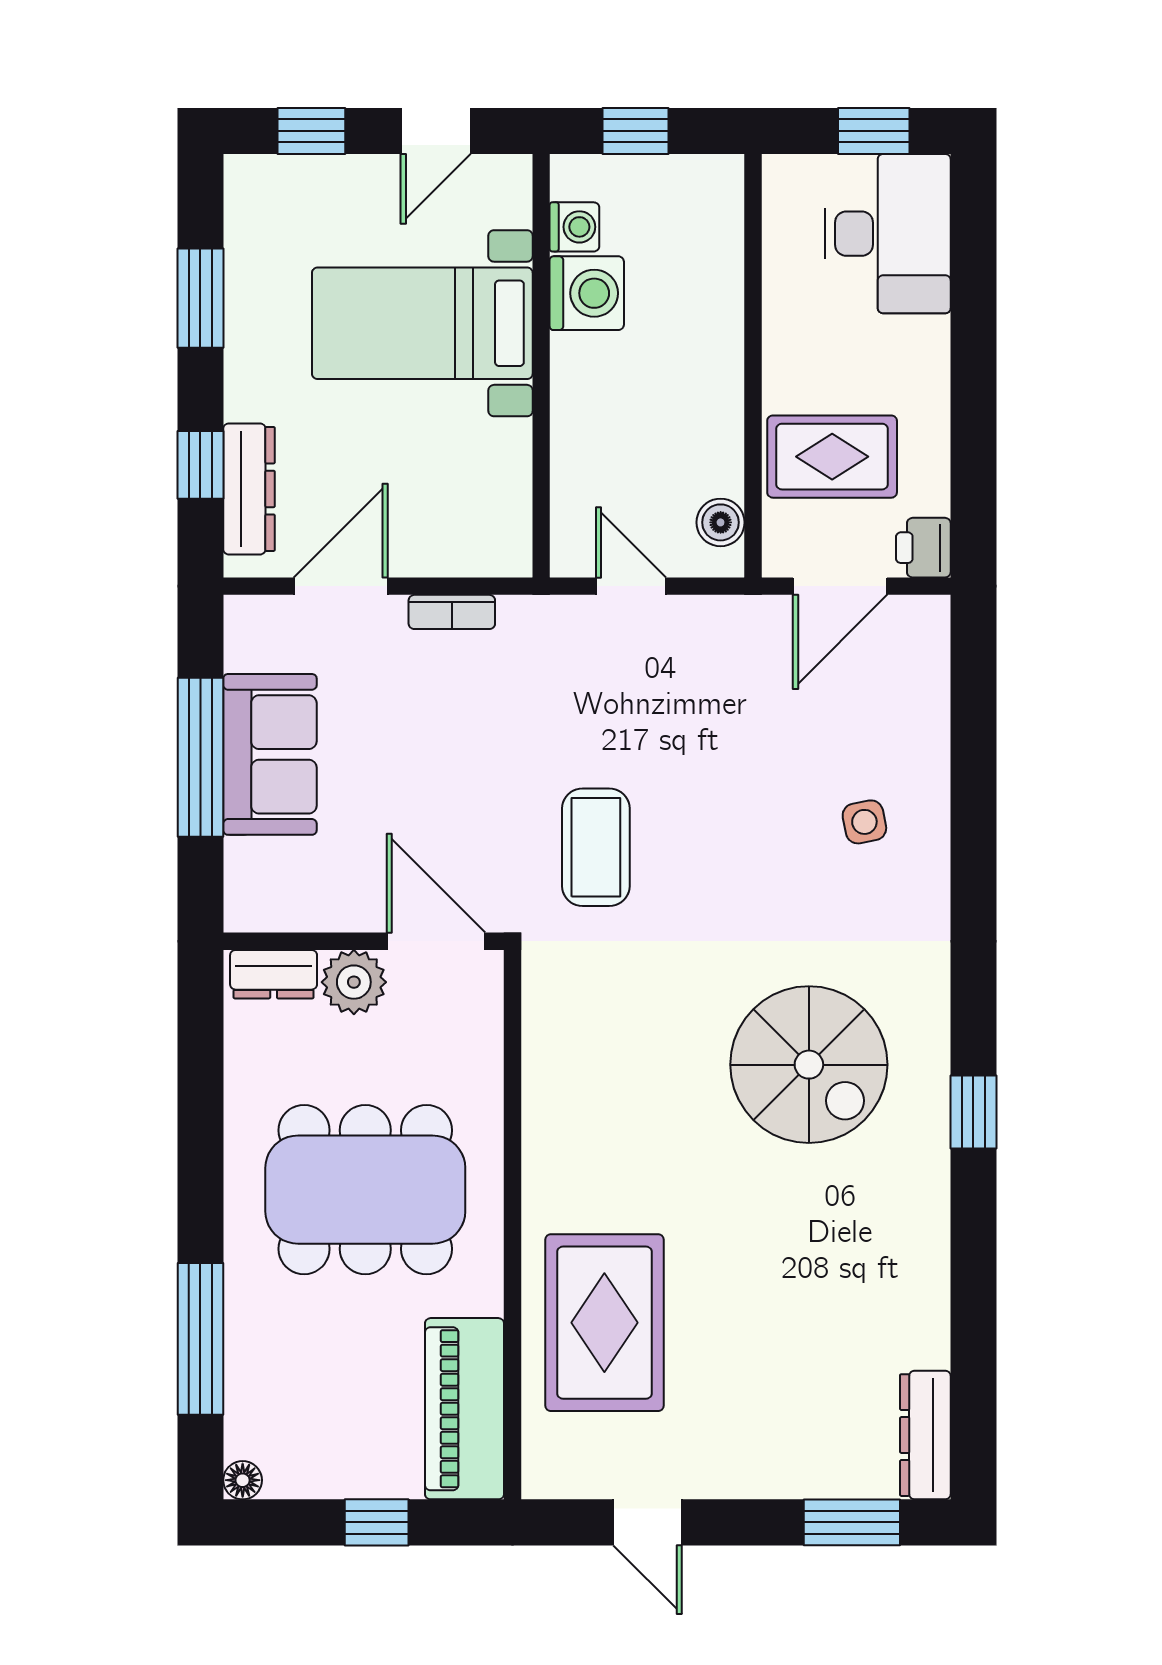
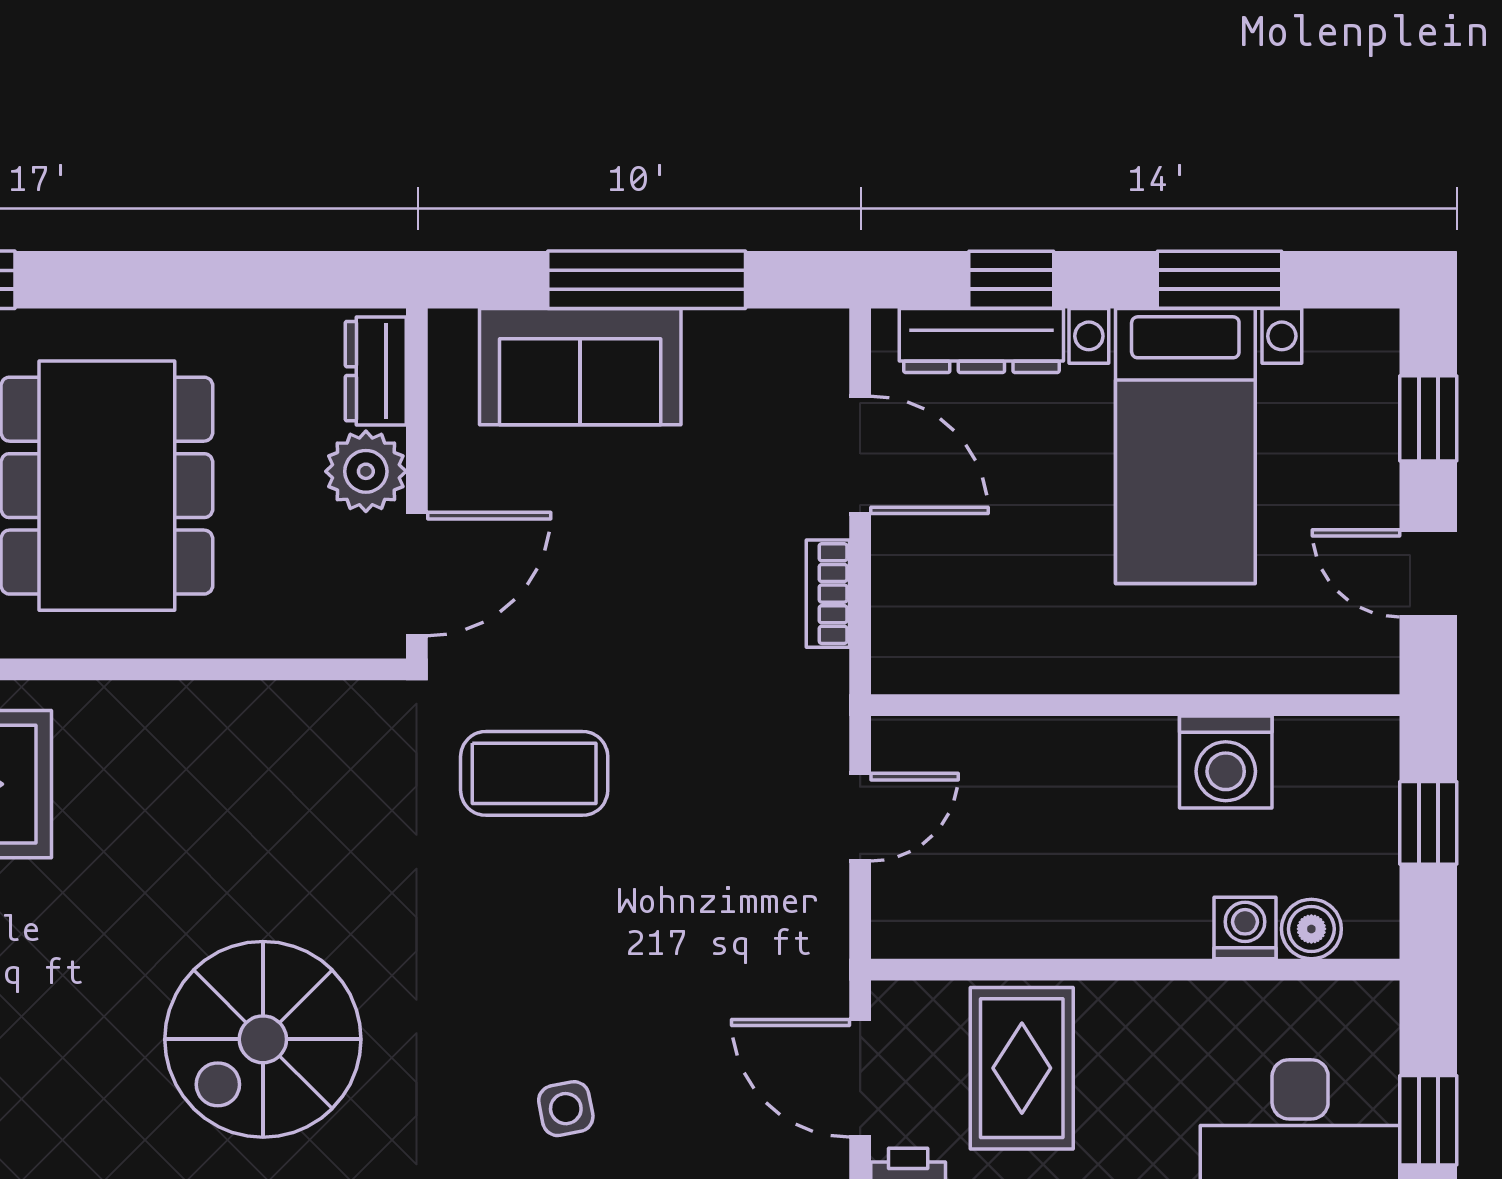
washing machine: (574, 227) -> (1245, 928), moved, turned 180
bed with nightstands: (422, 323) -> (1185, 446), moved, turned 180
boiler: (721, 522) -> (1311, 929), moved
sofa: (270, 754) -> (580, 367), moved

